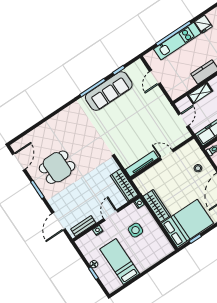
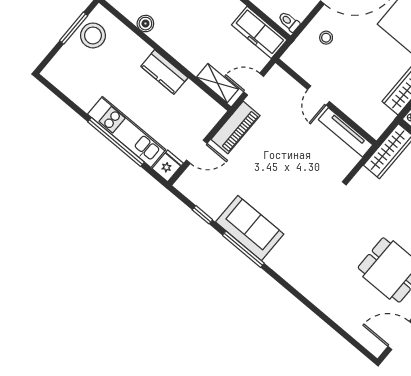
fridge: (203, 24) -> (168, 166), moved
sofa: (109, 91) -> (250, 228), width x0.73
shelving: (200, 93) -> (217, 83), moved
piano: (162, 103) -> (236, 128), added

